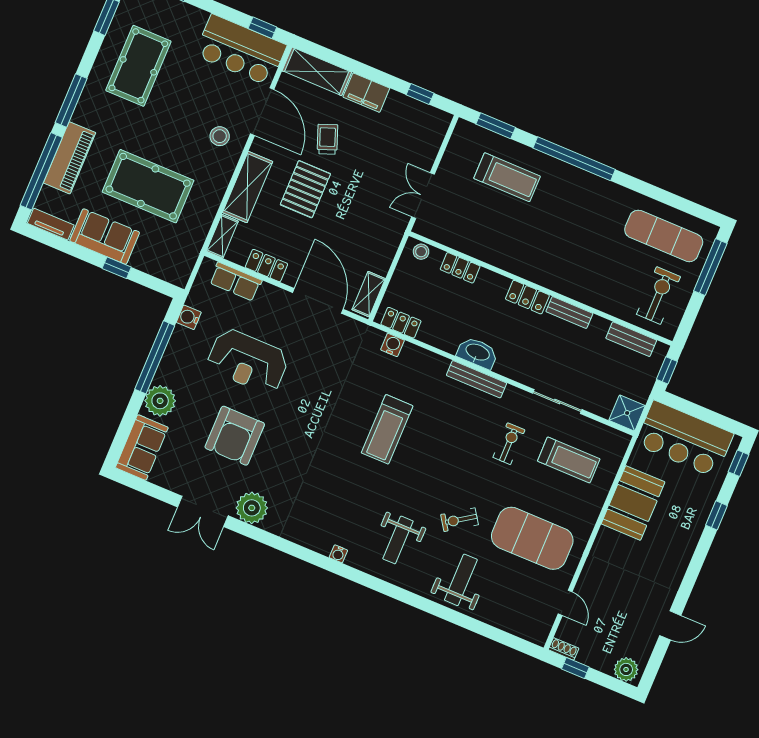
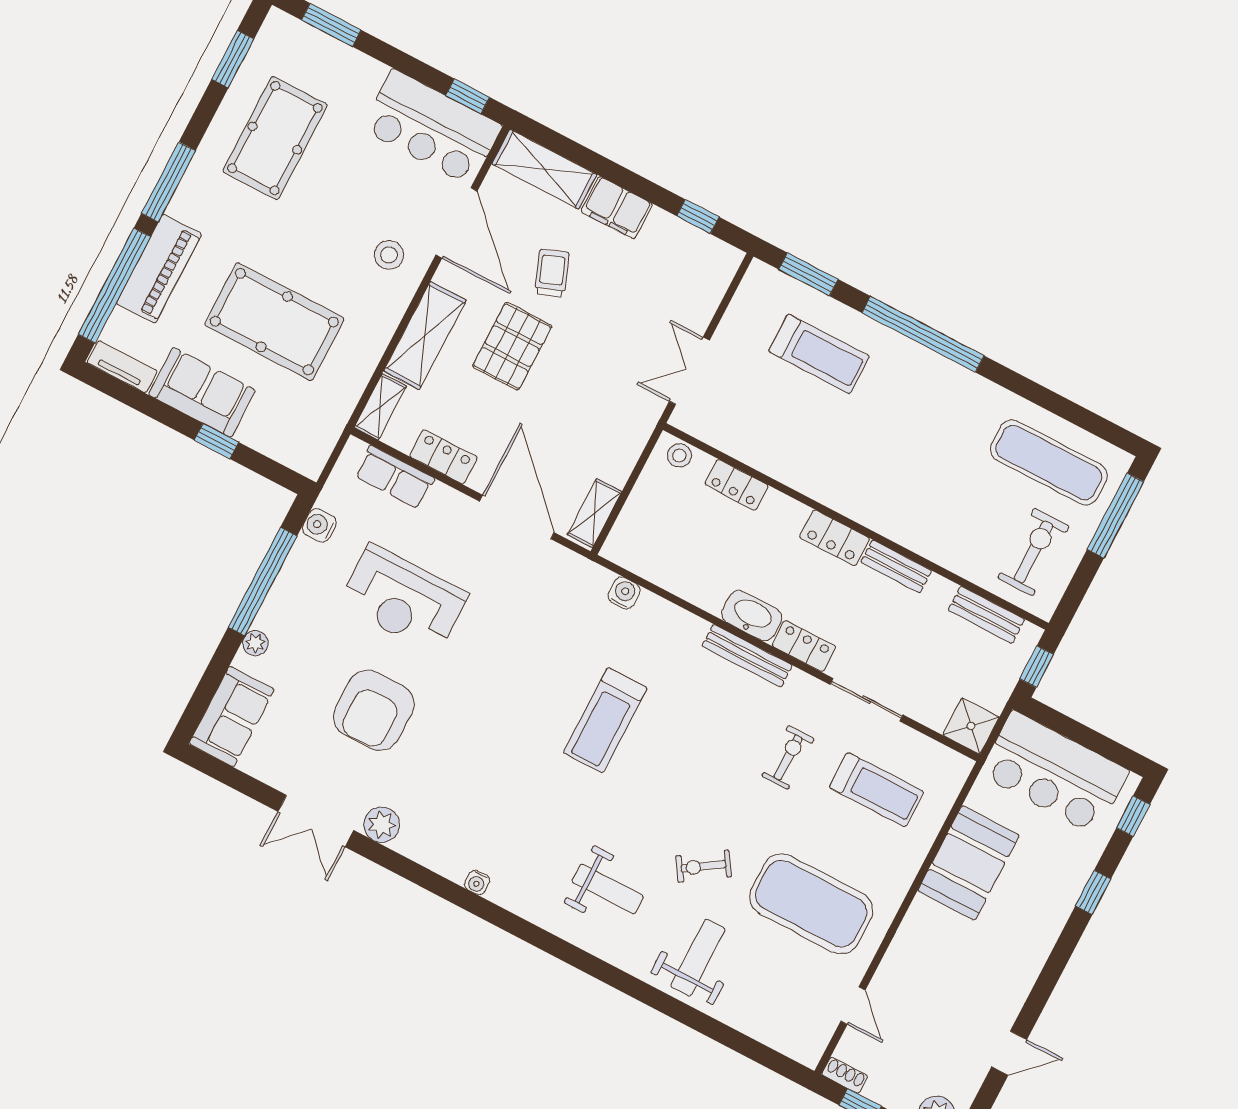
locker: (401, 323) -> (804, 646), moved
plant: (160, 401) -> (255, 643), width x0.53, depth x0.53
plant: (252, 508) -> (382, 825), width x0.73, depth x0.73
weight bench: (398, 540) -> (608, 889), turned -90
water cooler: (338, 554) -> (477, 882), moved

